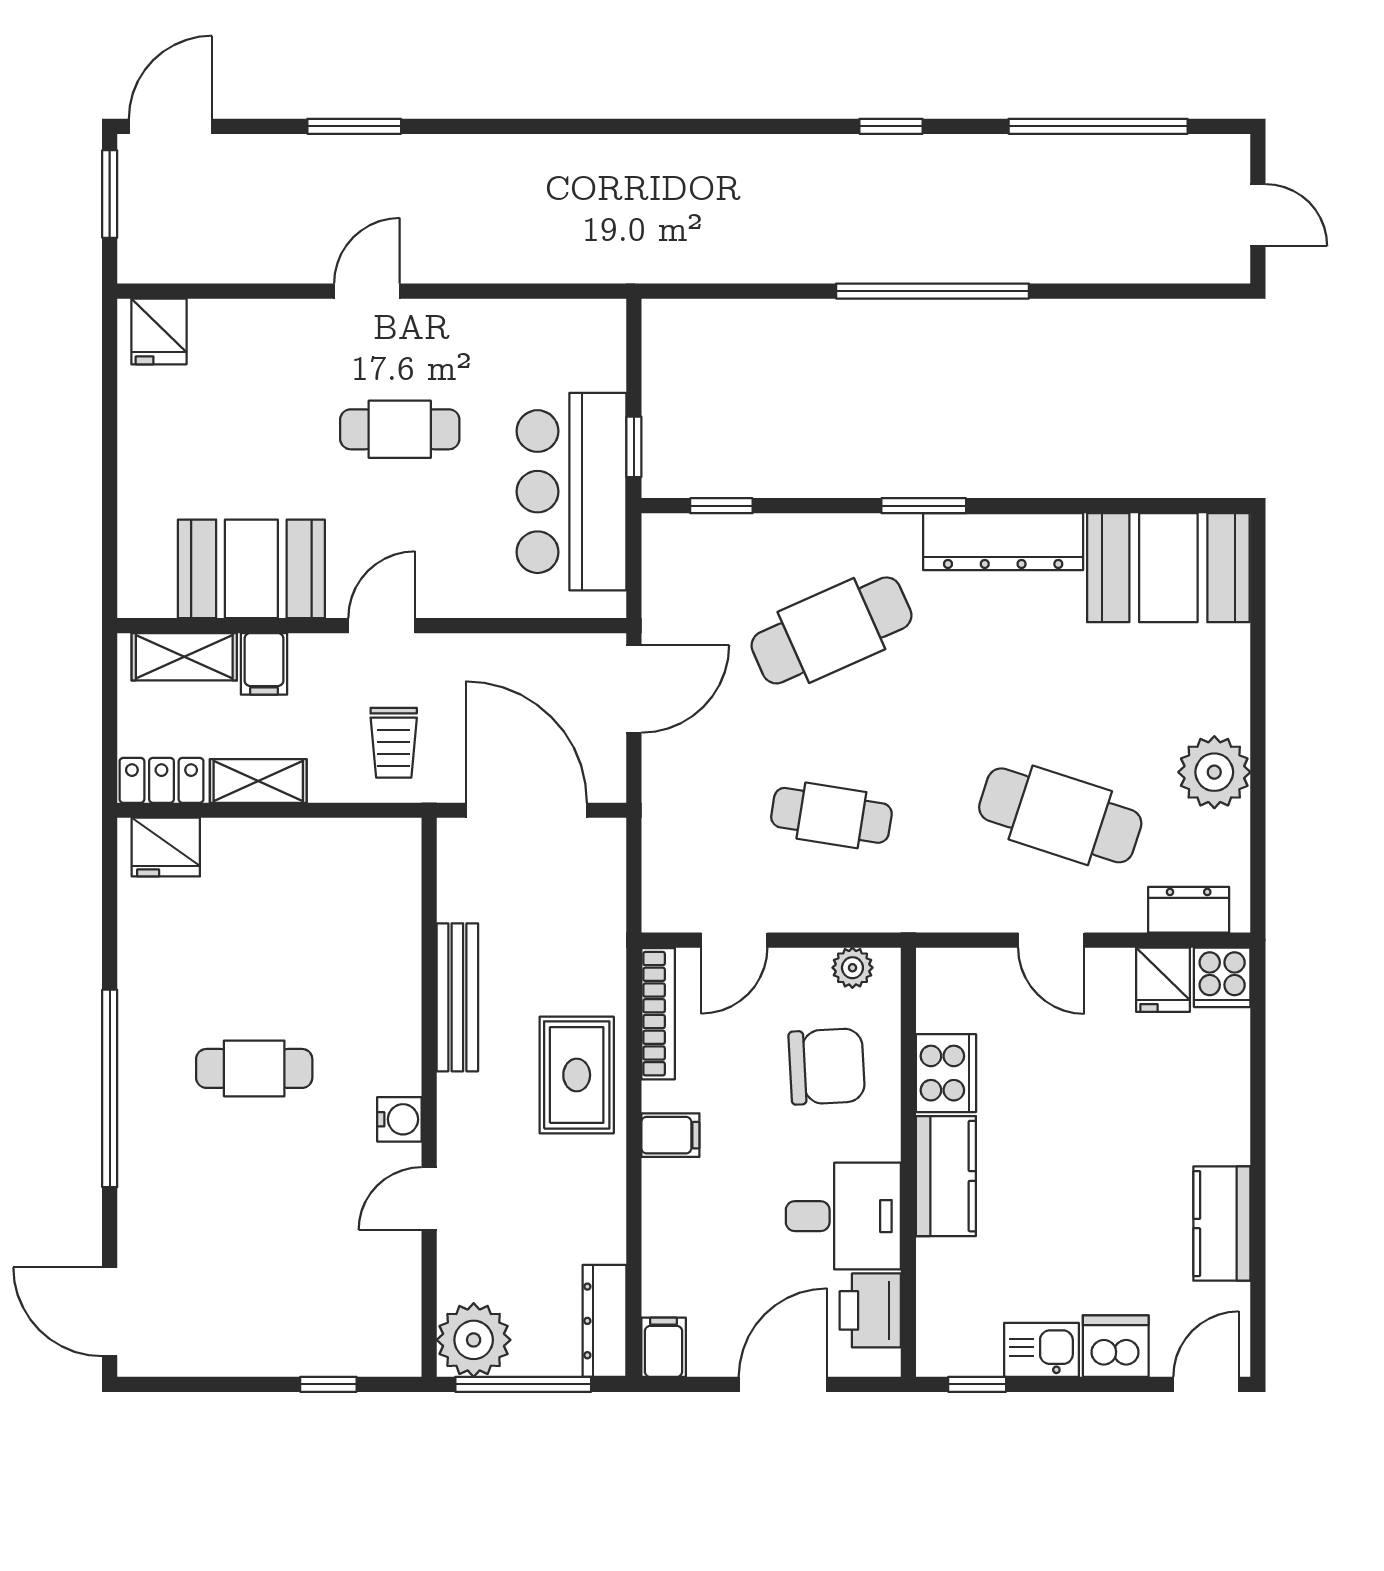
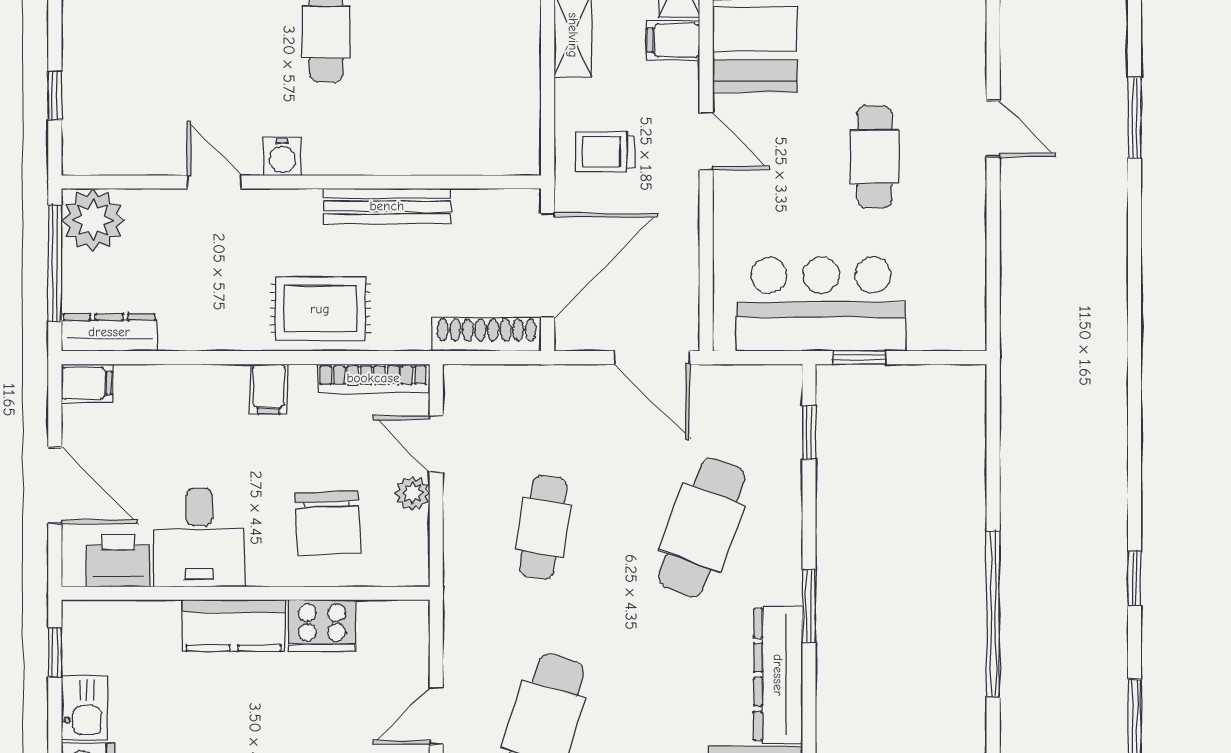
cafe table: (831, 630) -> (702, 527), turned 45
shoe rack: (607, 881) -> (487, 334), added
plant: (852, 968) -> (412, 493), moved

